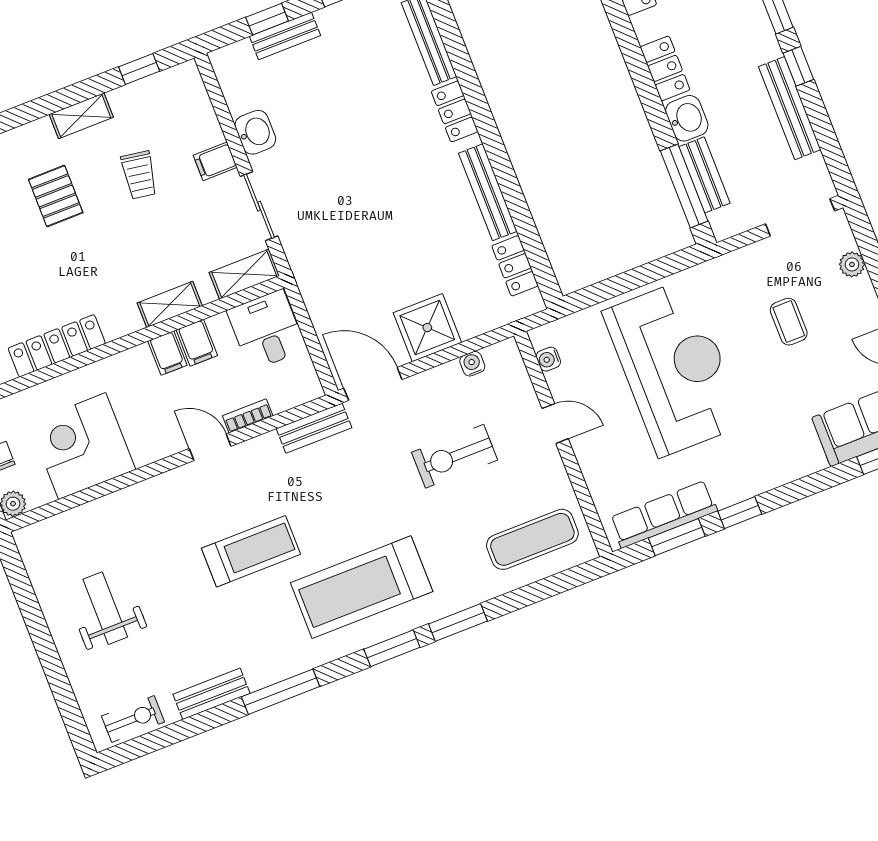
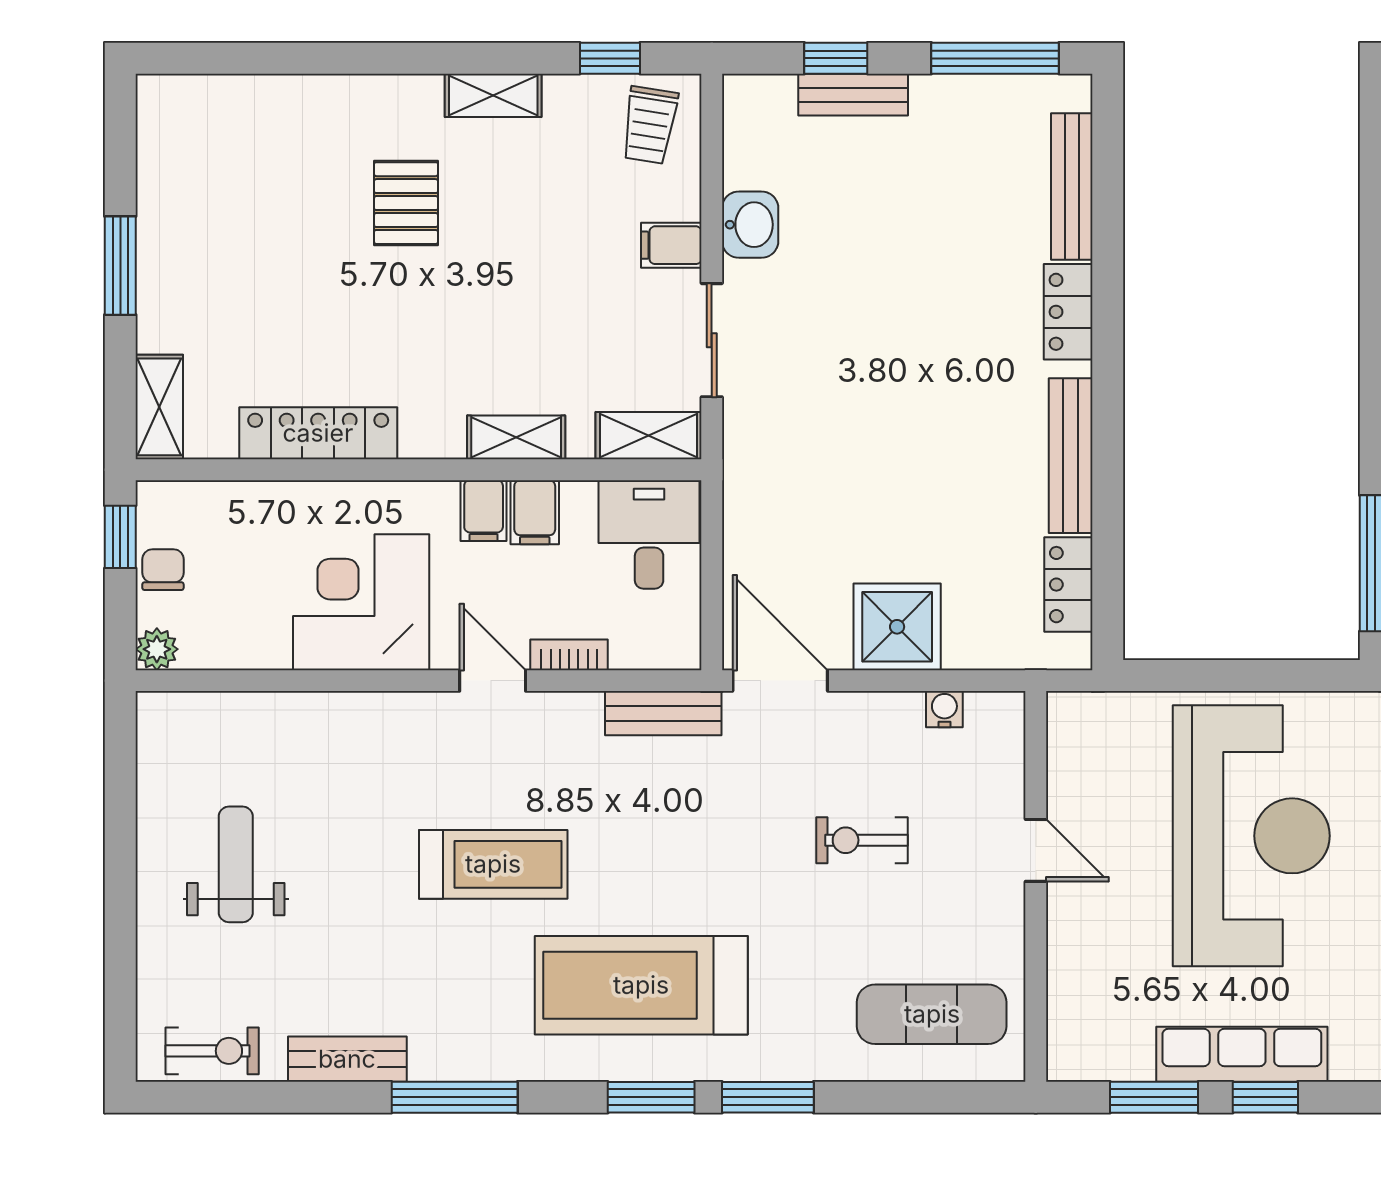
trolley: (139, 175) -> (650, 125), moved
water cooler: (548, 359) -> (1064, 748), removed
corner desk: (82, 446) -> (361, 602), moved
exercise bike: (455, 456) -> (862, 840), width x0.73, depth x0.72
row of seats: (664, 514) -> (1242, 1054), moved

